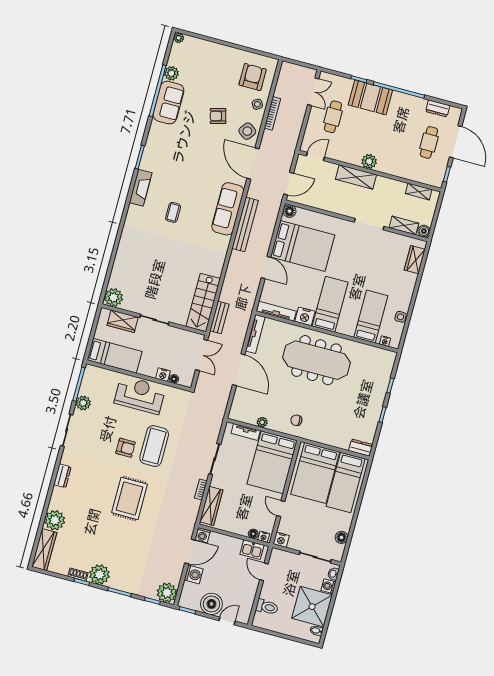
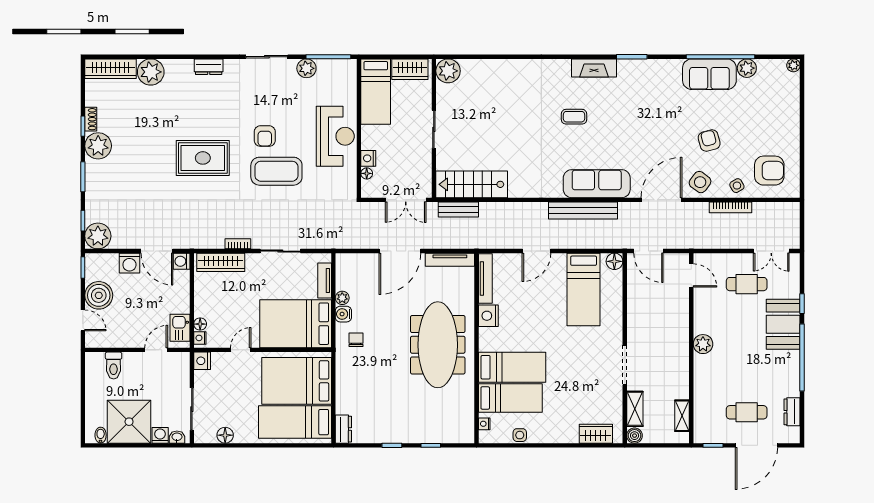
shelving: (356, 177) -> (679, 333), removed
bed: (303, 246) -> (584, 289), width x0.67
bed: (330, 304) -> (512, 367), moved
wardrobe: (123, 321) -> (410, 69), moved, turned -90
water cooler: (275, 425) -> (343, 314), added

